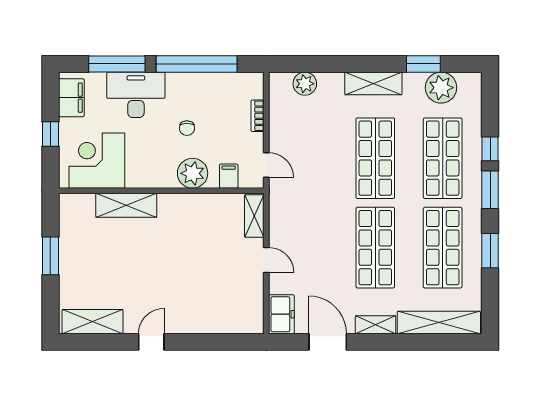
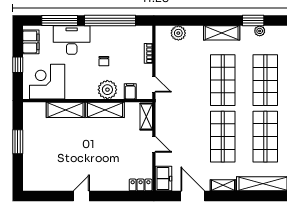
plant: (441, 88) -> (260, 31), width x0.53, depth x0.53
shelving: (93, 322) -> (105, 110), moved
locker: (245, 324) -> (141, 185), added

